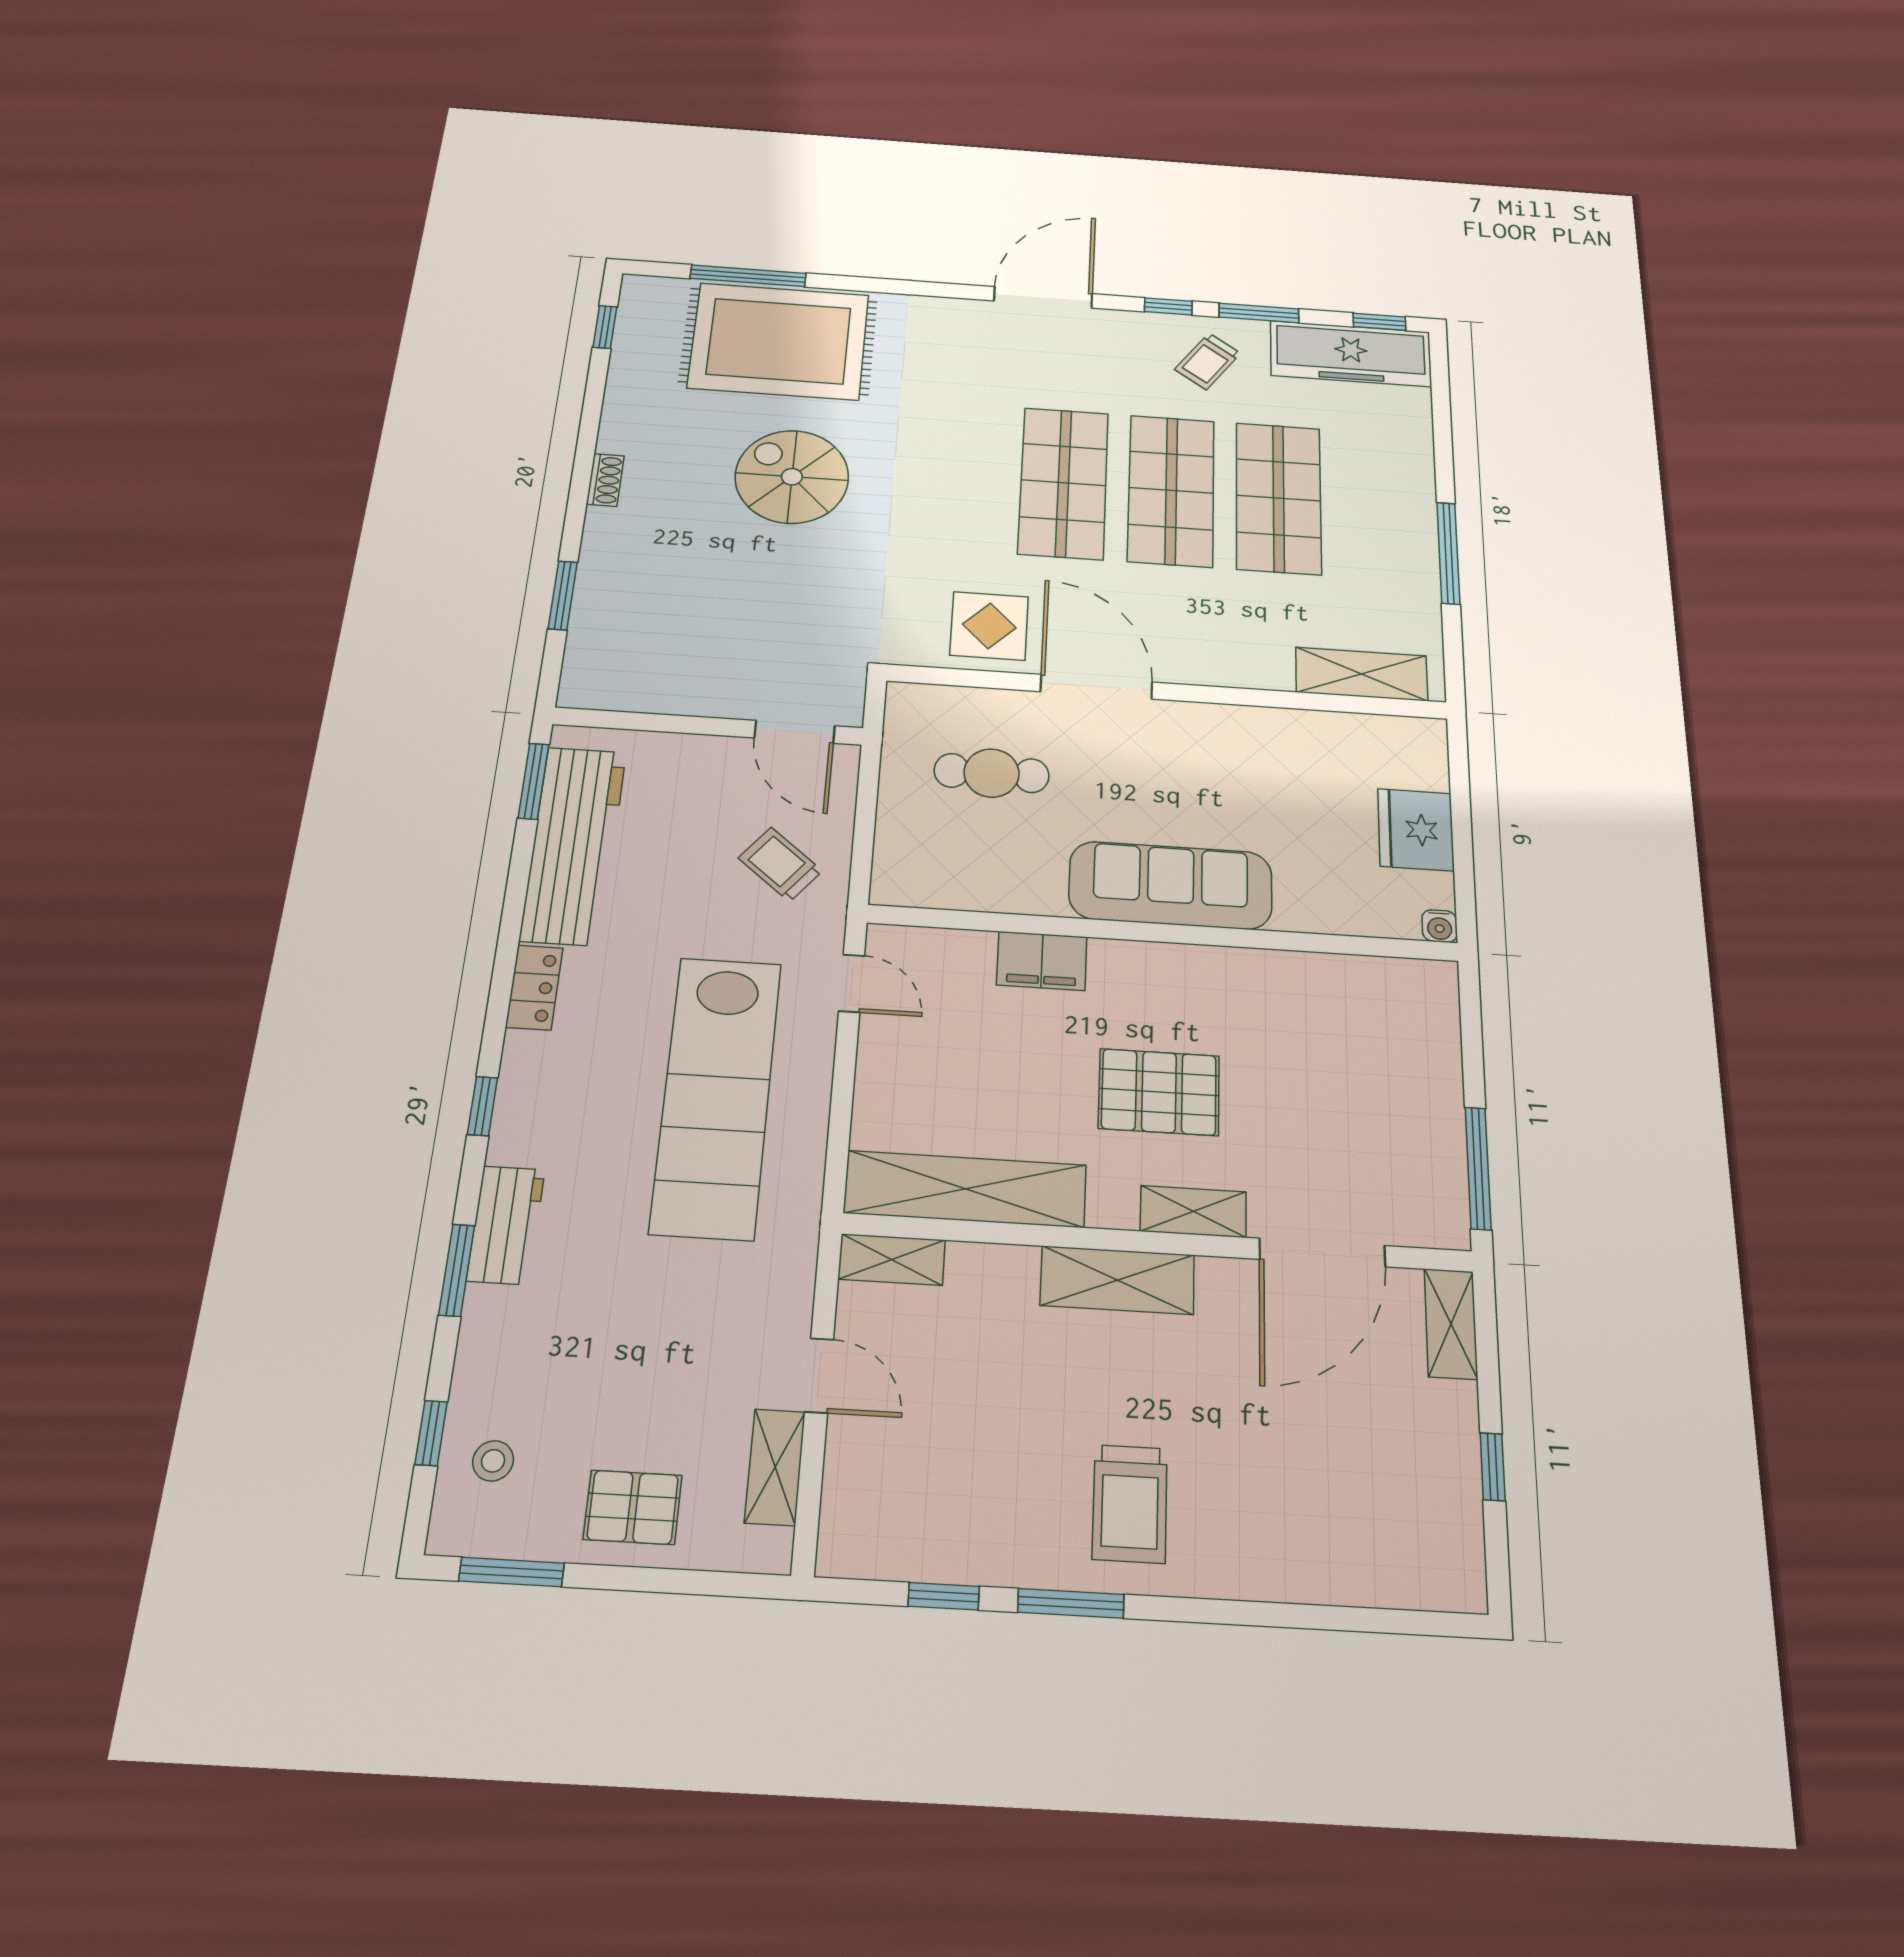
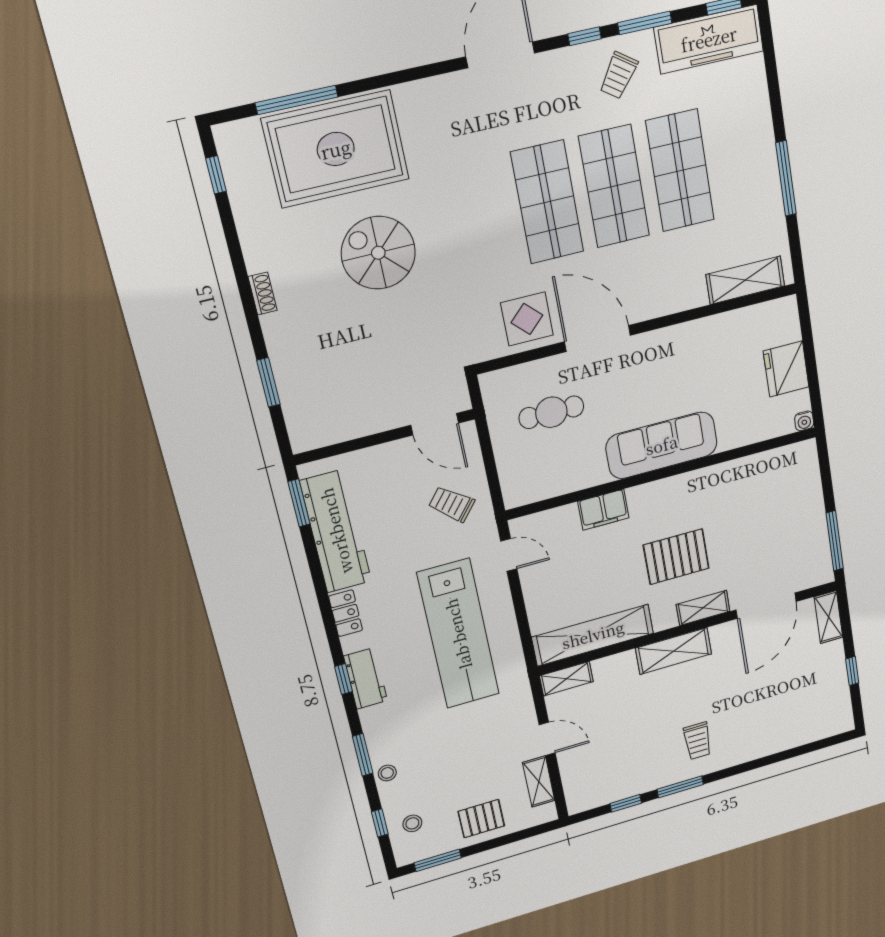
workbench: (506, 1225) -> (366, 678), moved
stool: (487, 1327) -> (387, 773), added
trolley: (1130, 1504) -> (698, 741), width x0.73, depth x0.72

